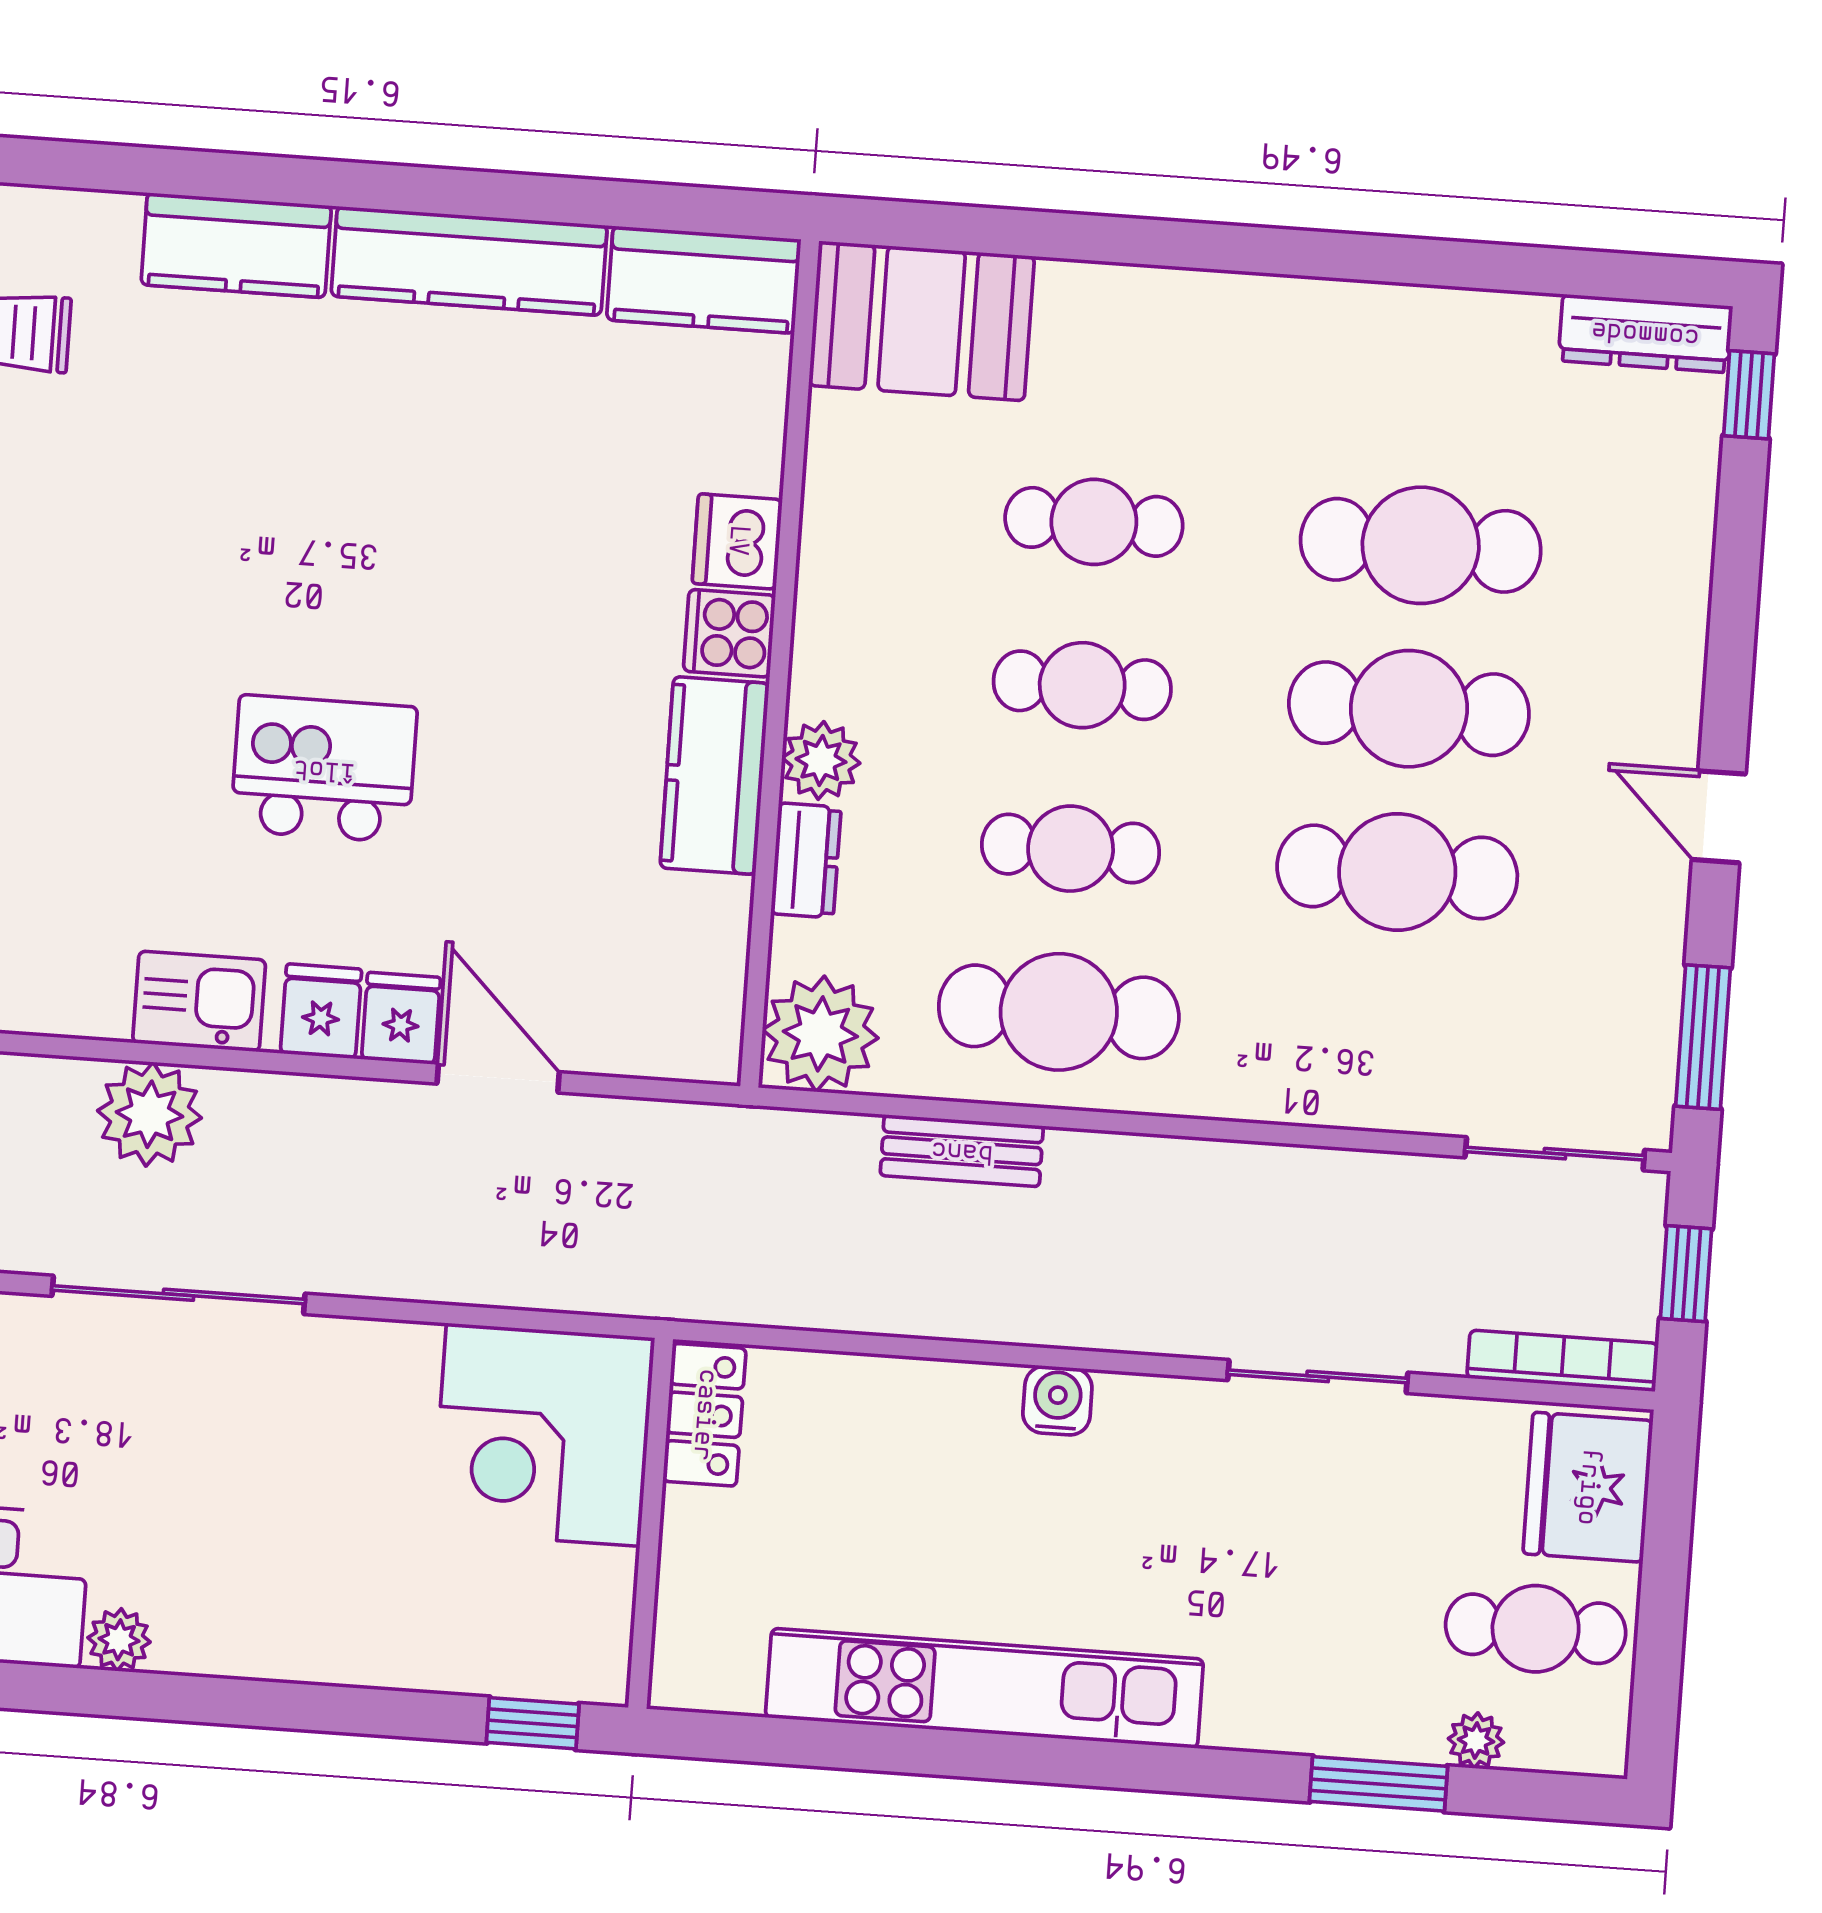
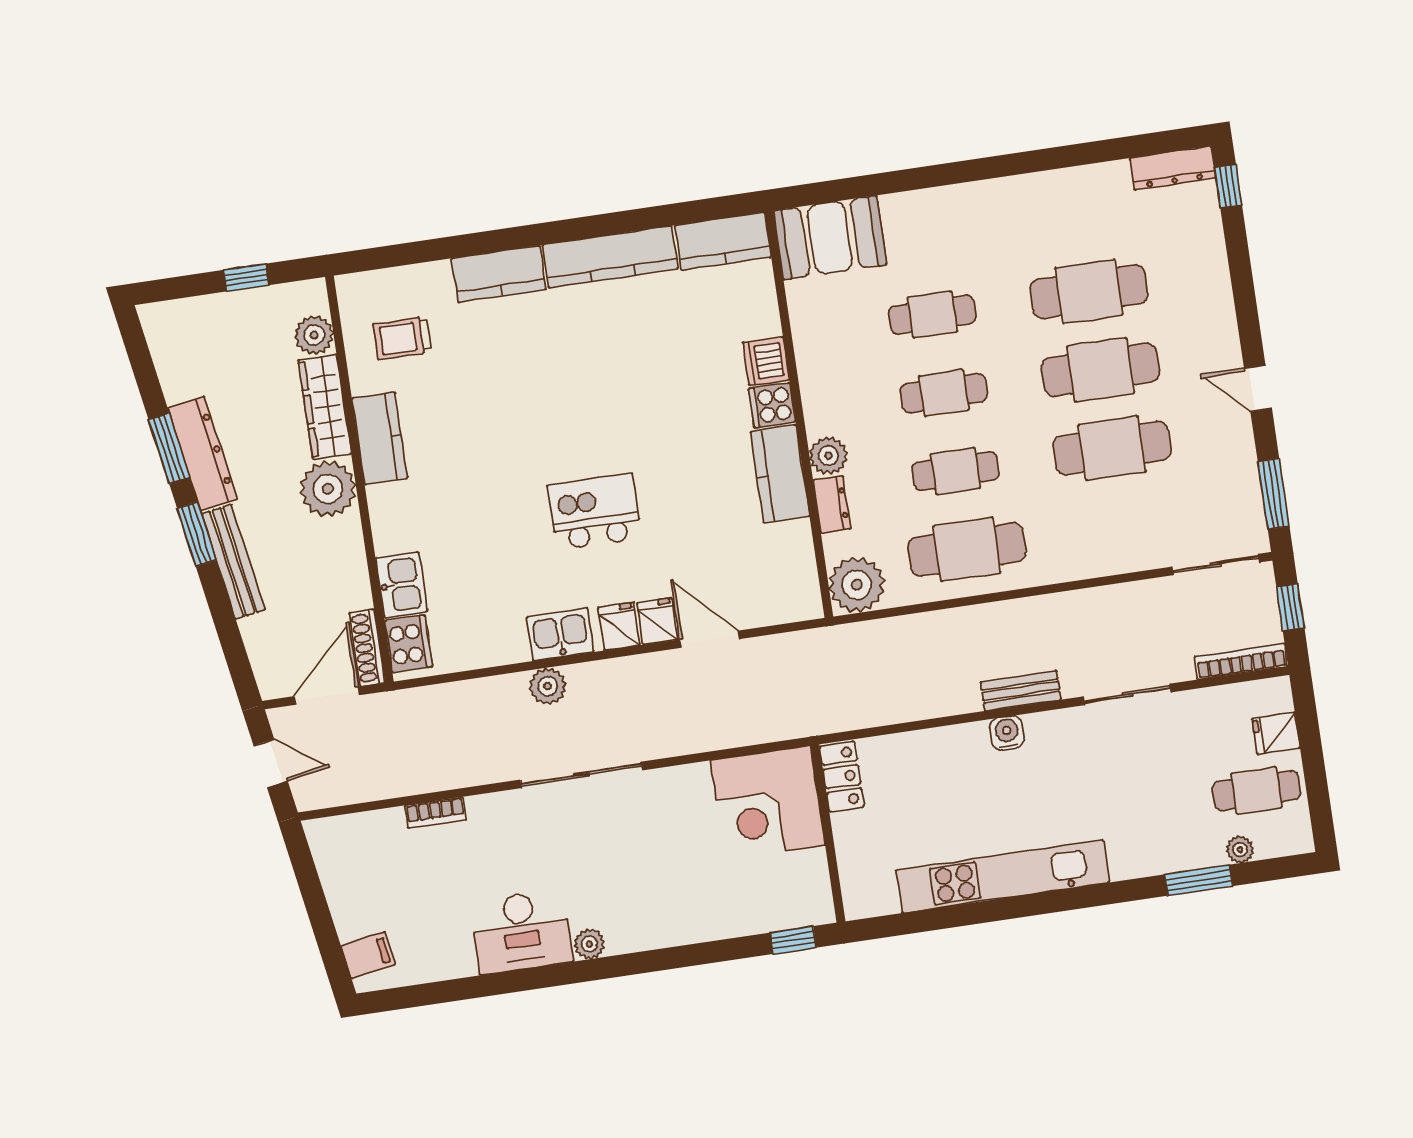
plant: (150, 1114) -> (548, 686), width x0.73, depth x0.73
bench: (962, 1151) -> (1021, 691), moved
fridge: (1588, 1487) -> (1276, 733), width x0.53, depth x0.75

